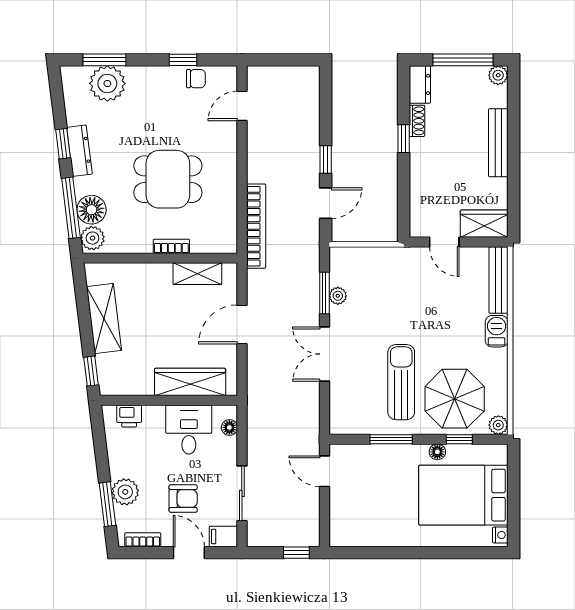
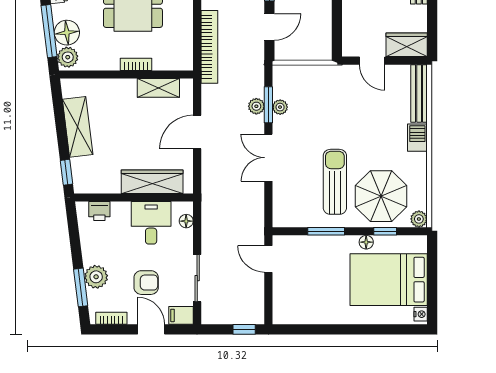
plant: (311, 295) -> (256, 106), added

